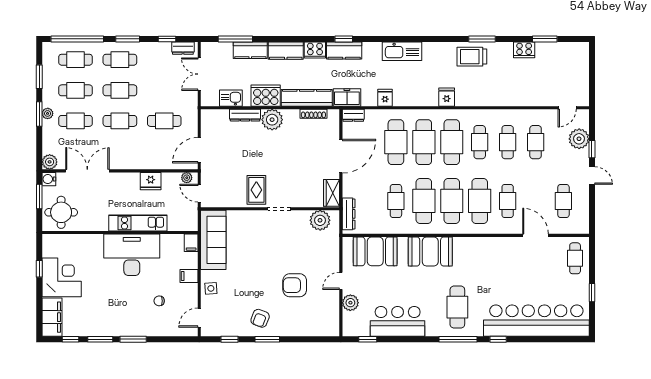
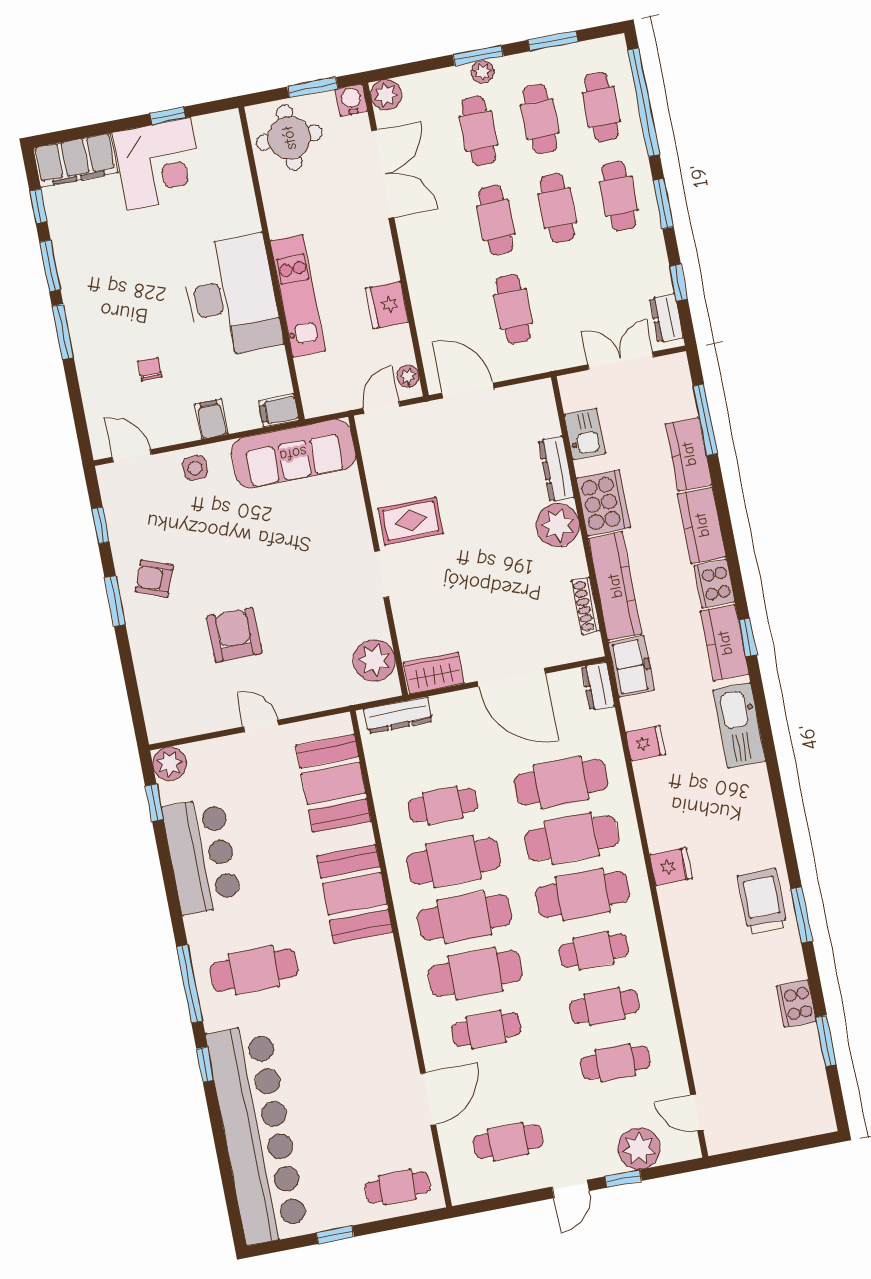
kitchen sink: (402, 51) -> (739, 725), moved
plant: (350, 303) -> (170, 764), moved

